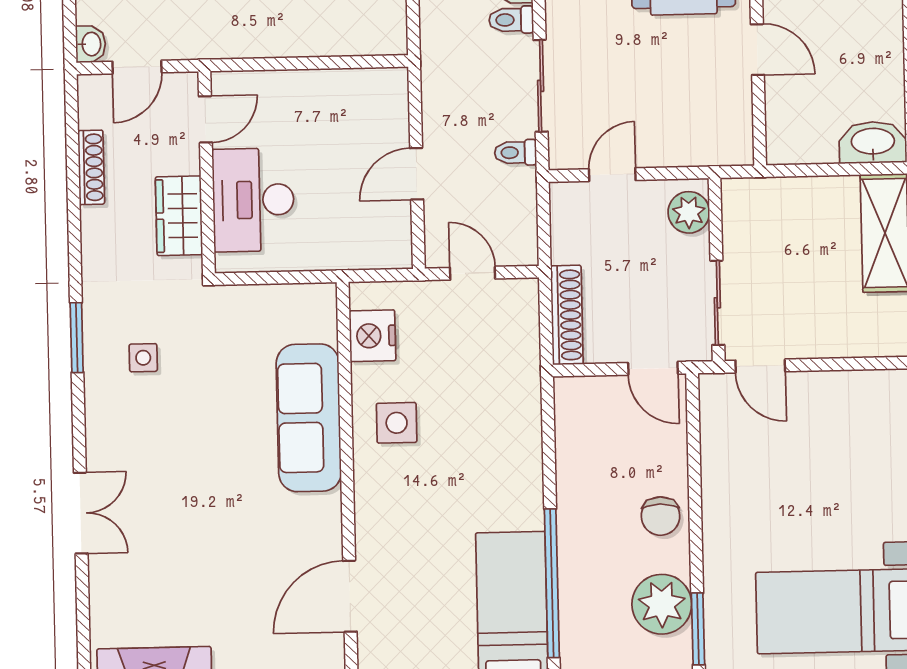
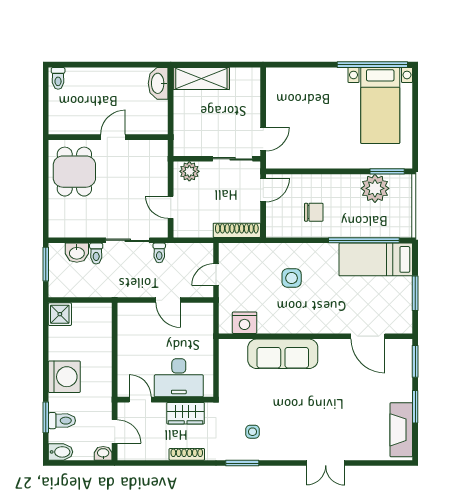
shoe rack: (91, 167) -> (187, 454), moved
side table: (397, 423) -> (292, 278), moved
double door: (81, 513) -> (326, 463), swing flipped
chair: (661, 516) -> (314, 212), moved

